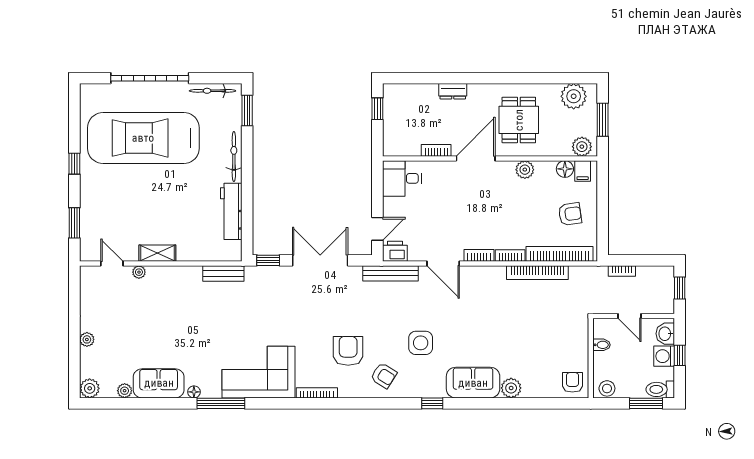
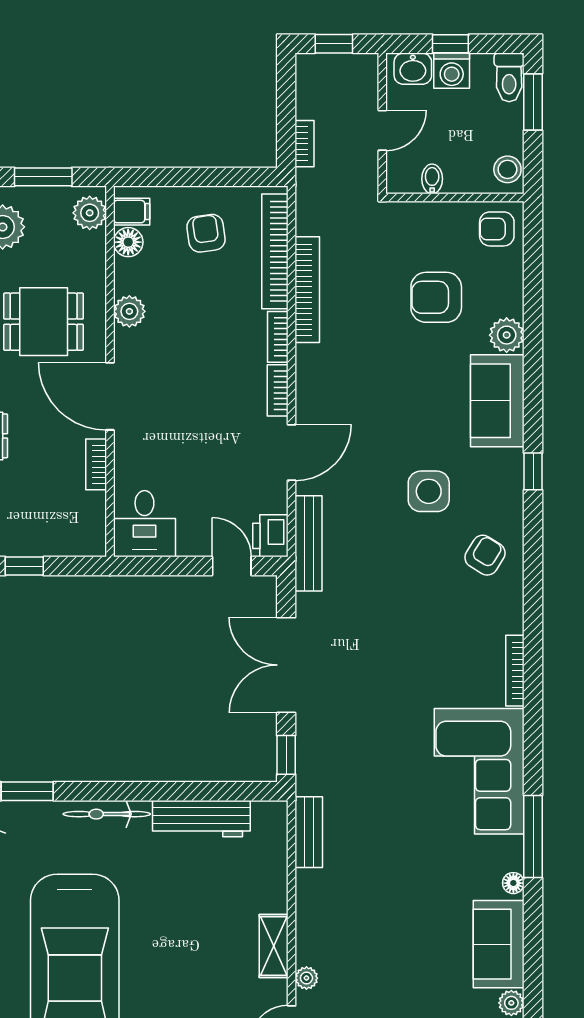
armchair: (348, 351) -> (436, 297), moved

